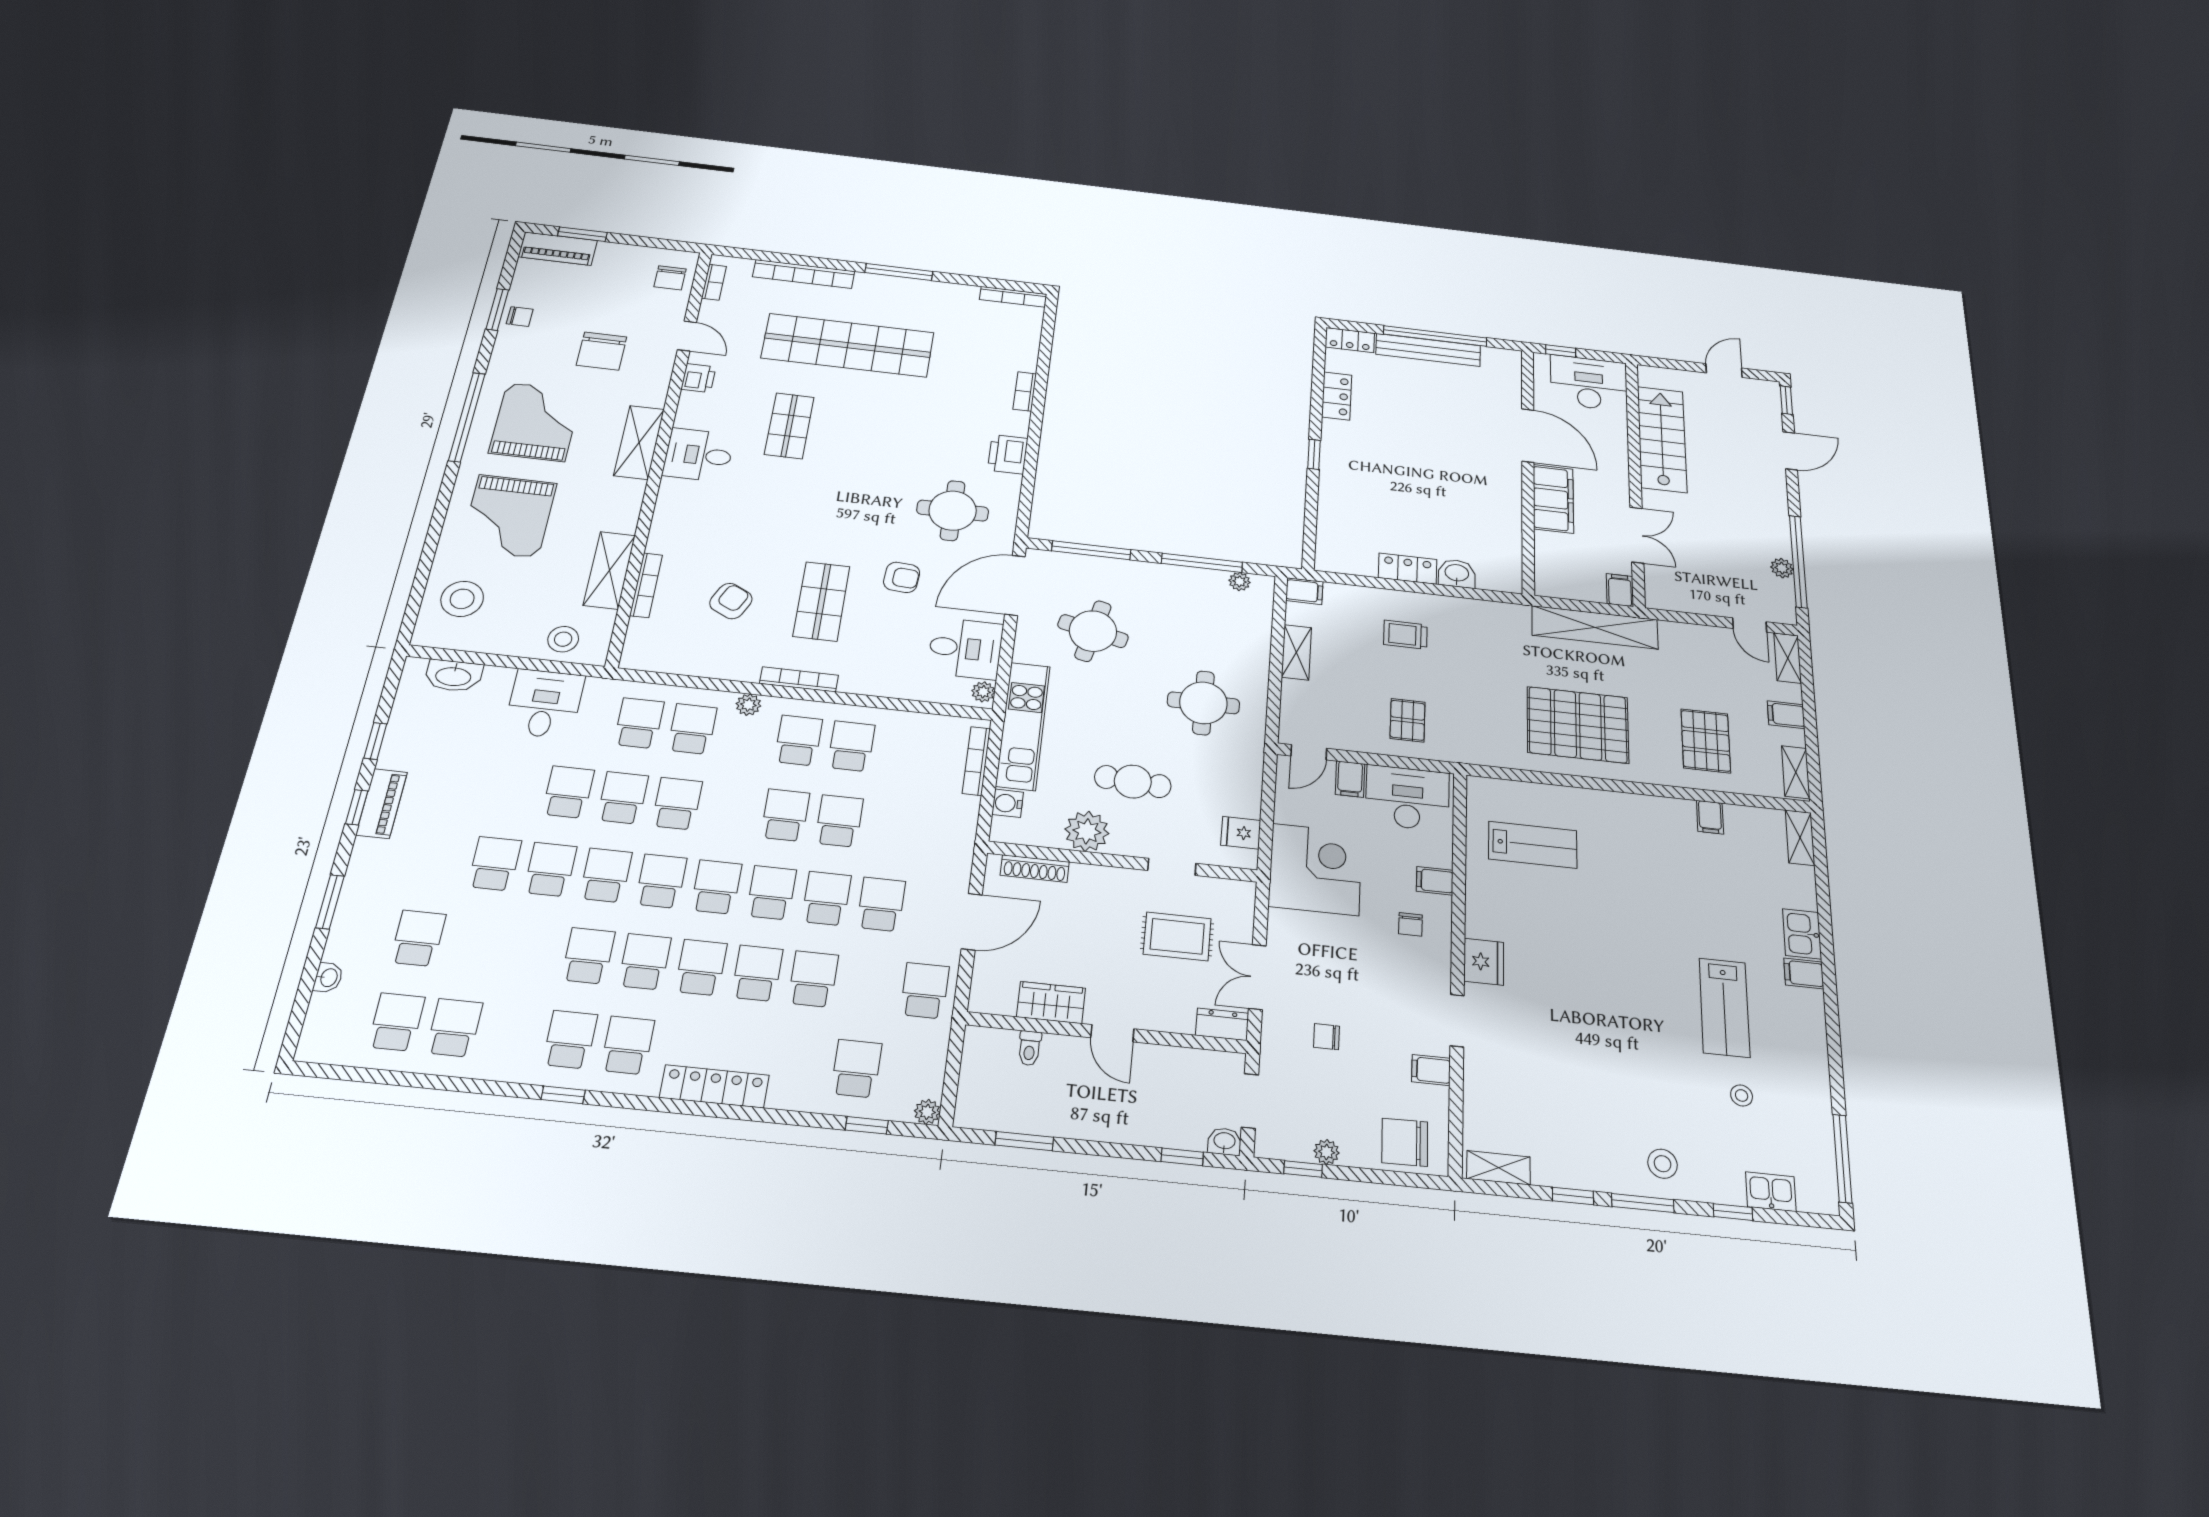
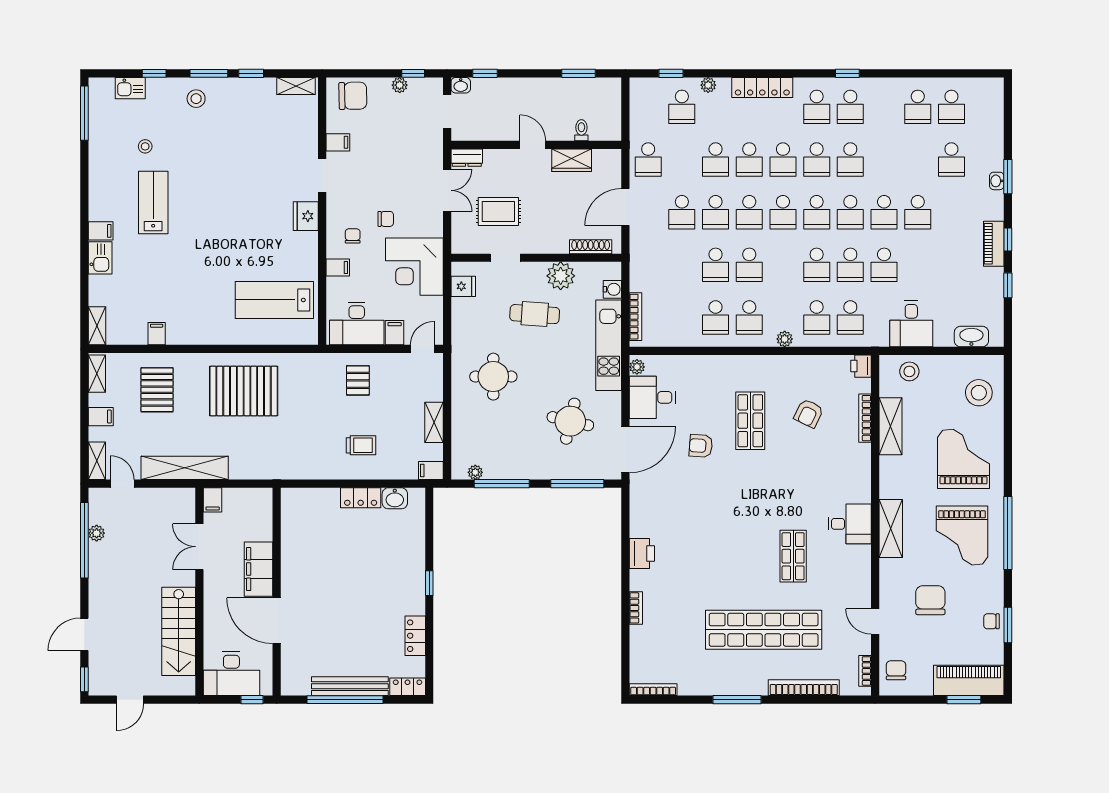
piano: (558, 249) -> (969, 680), width x1.37, depth x1.33
printer: (698, 378) -> (861, 366), moved
round table: (953, 511) -> (674, 503), removed
washbasin: (1457, 574) -> (395, 498), moved
shelving: (1595, 627) -> (185, 468), moved
bookcase: (799, 679) -> (756, 361), removed
lab bench: (1533, 845) -> (274, 300), width x1.36, depth x1.39
washbasin: (328, 978) -> (997, 181), moved
chair: (1327, 1037) -> (386, 219), moved
plant: (927, 1112) -> (708, 85), moved

